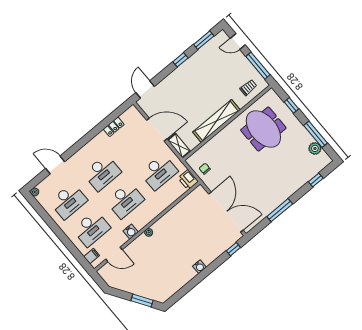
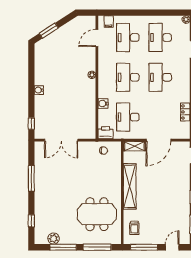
window: (291, 105) -> (97, 247), width x2.17
double door: (226, 212) -> (61, 140), width x0.73
water cooler: (131, 232) -> (103, 103), moved

